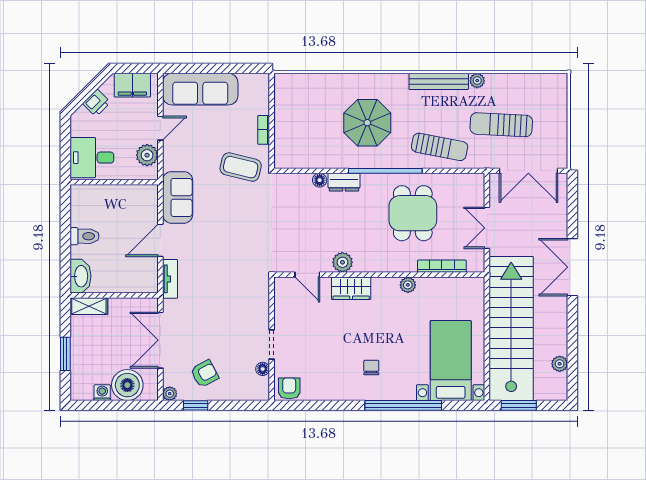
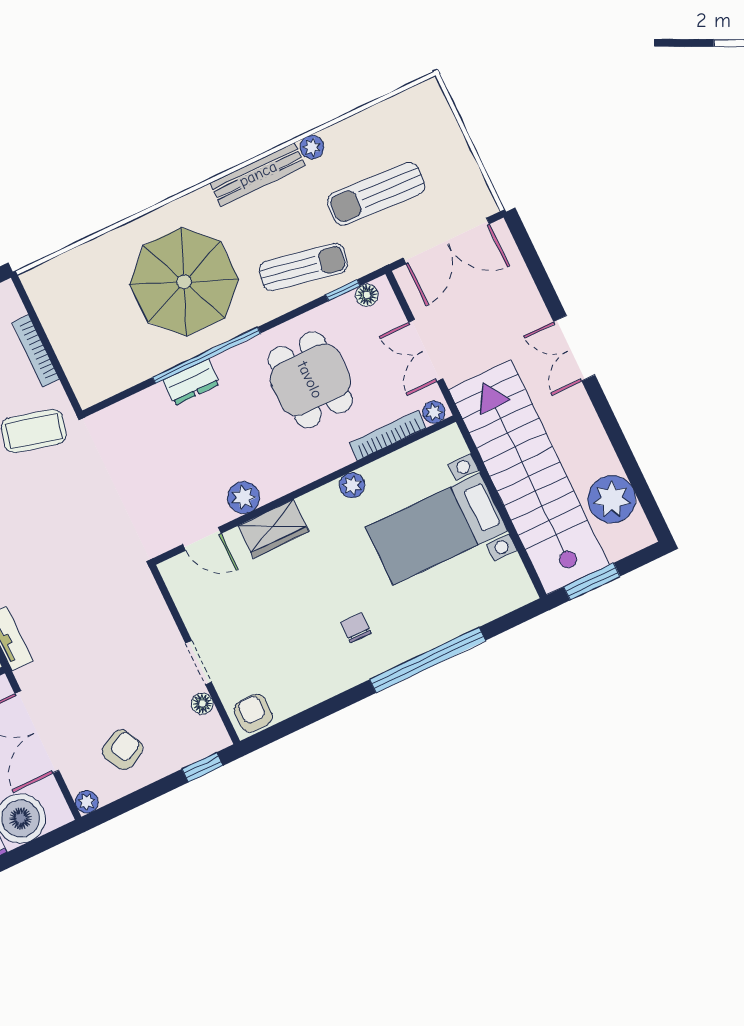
parasol: (367, 123) -> (184, 282), width x1.36, depth x1.36
bookcase: (264, 130) -> (36, 351), width x1.56
window: (385, 171) -> (206, 355), moved
window: (456, 171) -> (343, 290), added
floor lamp: (320, 180) -> (367, 295), moved
plant: (475, 265) -> (434, 412), added
double door: (572, 267) -> (574, 348), width x0.73
bed with nightstands: (451, 361) -> (437, 529), moved, turned -90
plant: (560, 364) -> (612, 499), width x1.88, depth x1.88
window: (196, 405) -> (202, 767), moved

